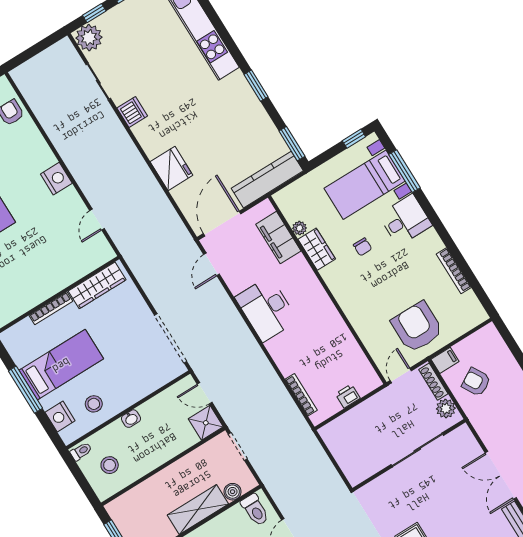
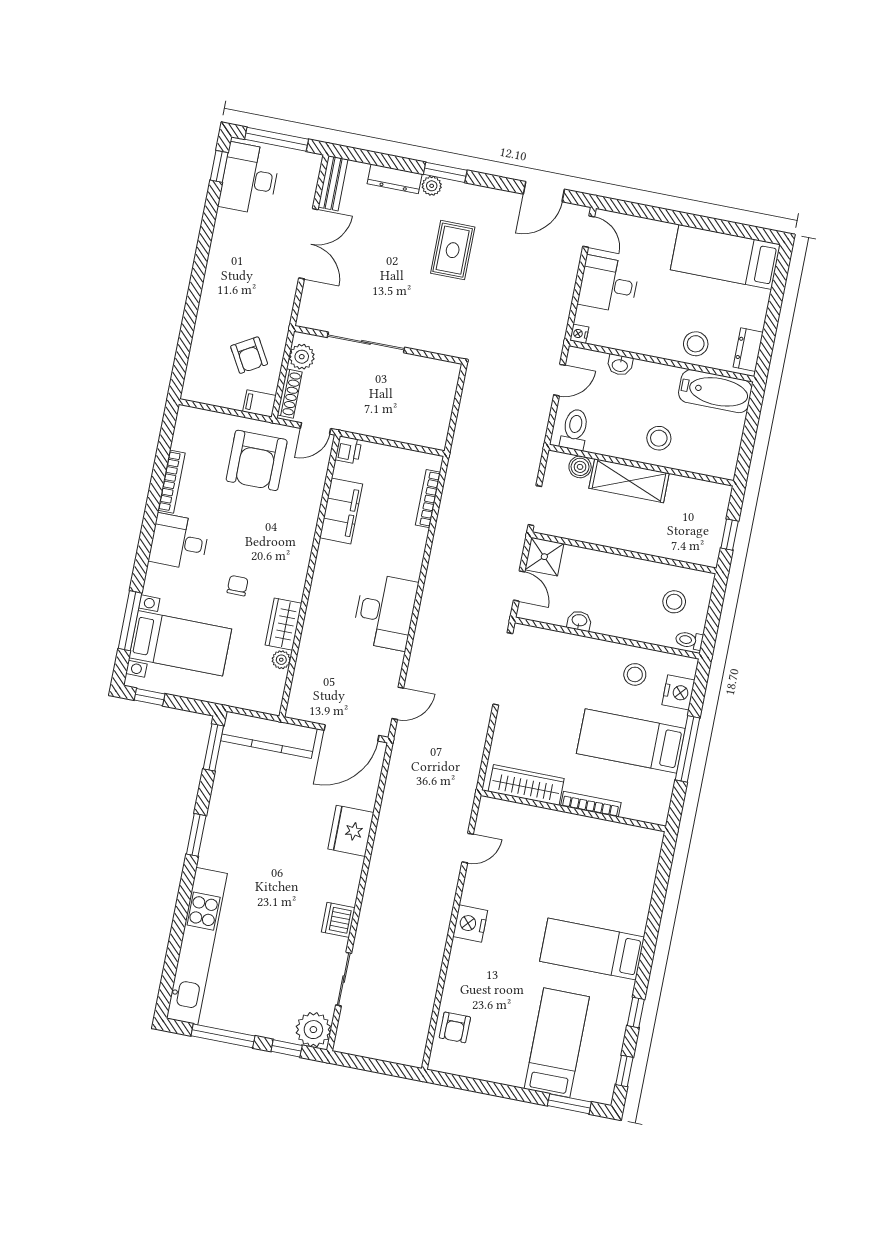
desk: (405, 220) -> (179, 542), moved
filing cabinet: (278, 238) -> (341, 511), moved
printer: (348, 396) -> (348, 450), moved, turned -90
washbasin: (131, 419) -> (579, 621), moved

